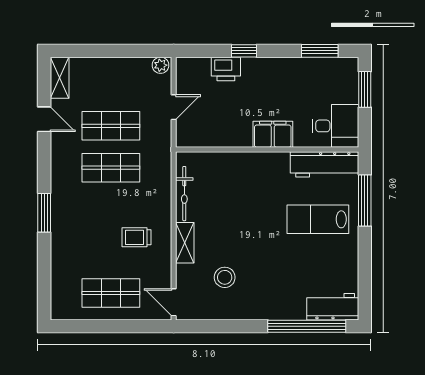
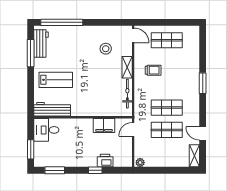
door: (174, 107) -> (133, 129), moved
filing cabinet: (273, 134) -> (104, 125), moved
window: (365, 201) -> (31, 53), moved
workbench: (333, 307) -> (41, 44), moved, turned -90

